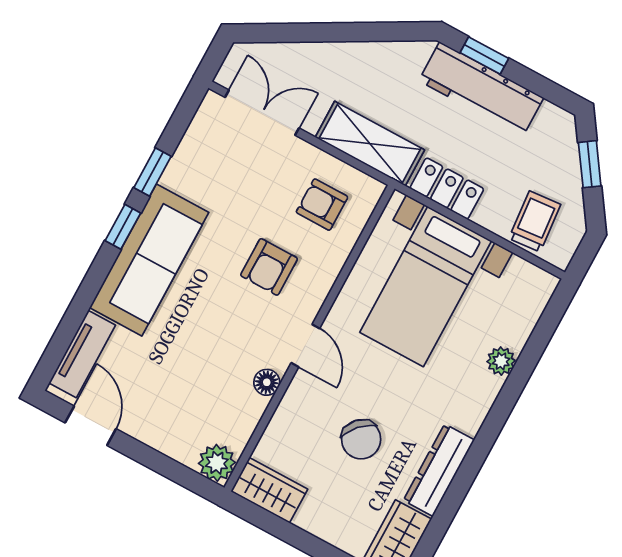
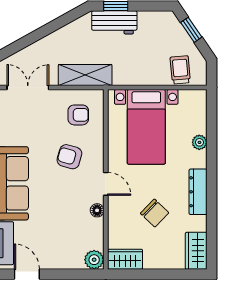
workbench: (481, 89) -> (114, 22), width x0.73
locker: (447, 188) -> (132, 76), removed
armchair: (322, 205) -> (78, 115), turned 180
armchair: (269, 267) -> (69, 157), turned 106
dresser: (439, 470) -> (198, 192), moved

